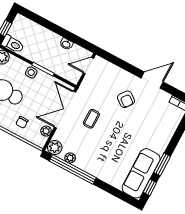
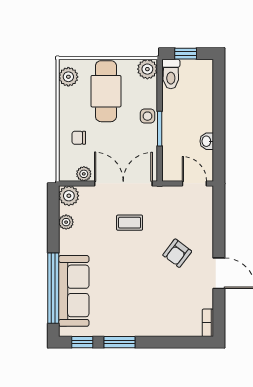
window: (73, 169) -> (53, 288), moved
sofa: (141, 173) -> (74, 291), moved, turned 90

